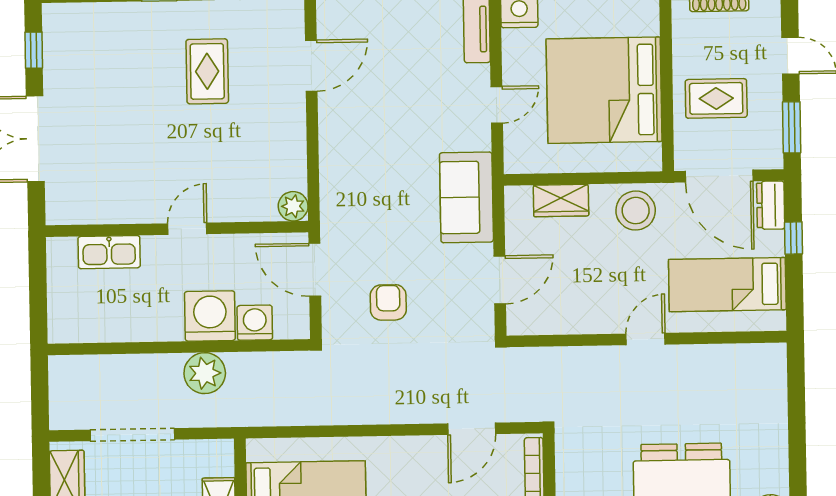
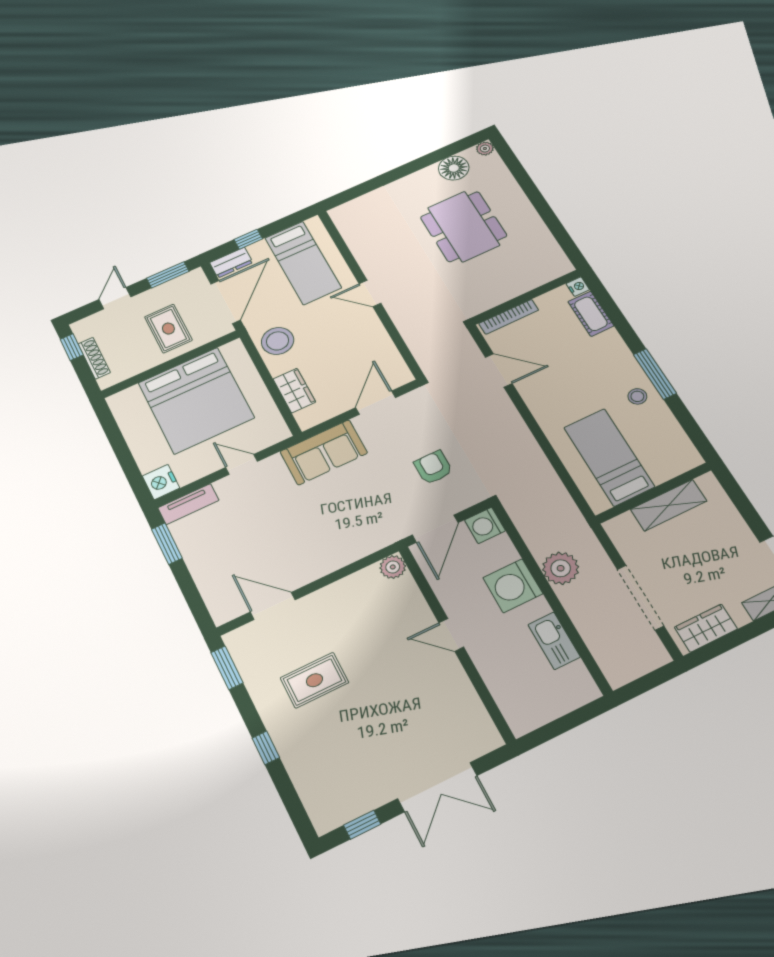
kitchen sink: (109, 252) -> (554, 641), moved, turned 180
door: (500, 280) -> (376, 403), hinge flipped
armchair: (388, 302) -> (433, 467), turned 90
washing machine: (255, 323) -> (485, 525), moved

